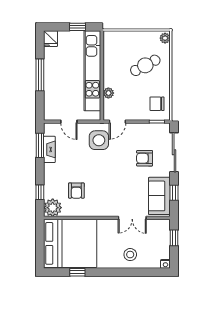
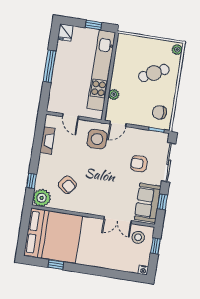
window: (40, 145) -> (39, 135), removed
armchair: (76, 191) -> (67, 185), turned -53
stool: (130, 255) -> (138, 237), moved

